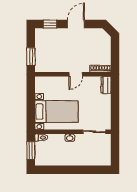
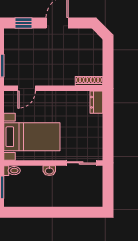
door: (76, 74) -> (27, 88), moved

